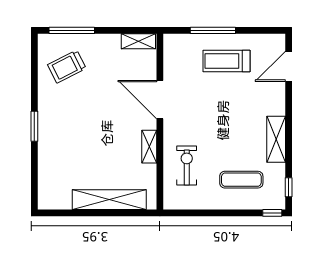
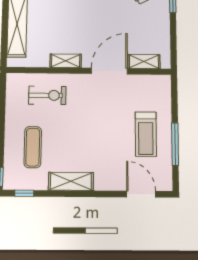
window: (213, 30) -> (175, 144), moved
shelving: (138, 41) -> (144, 62), moved, turned 90
treadmill: (227, 61) -> (146, 134), turned 180

